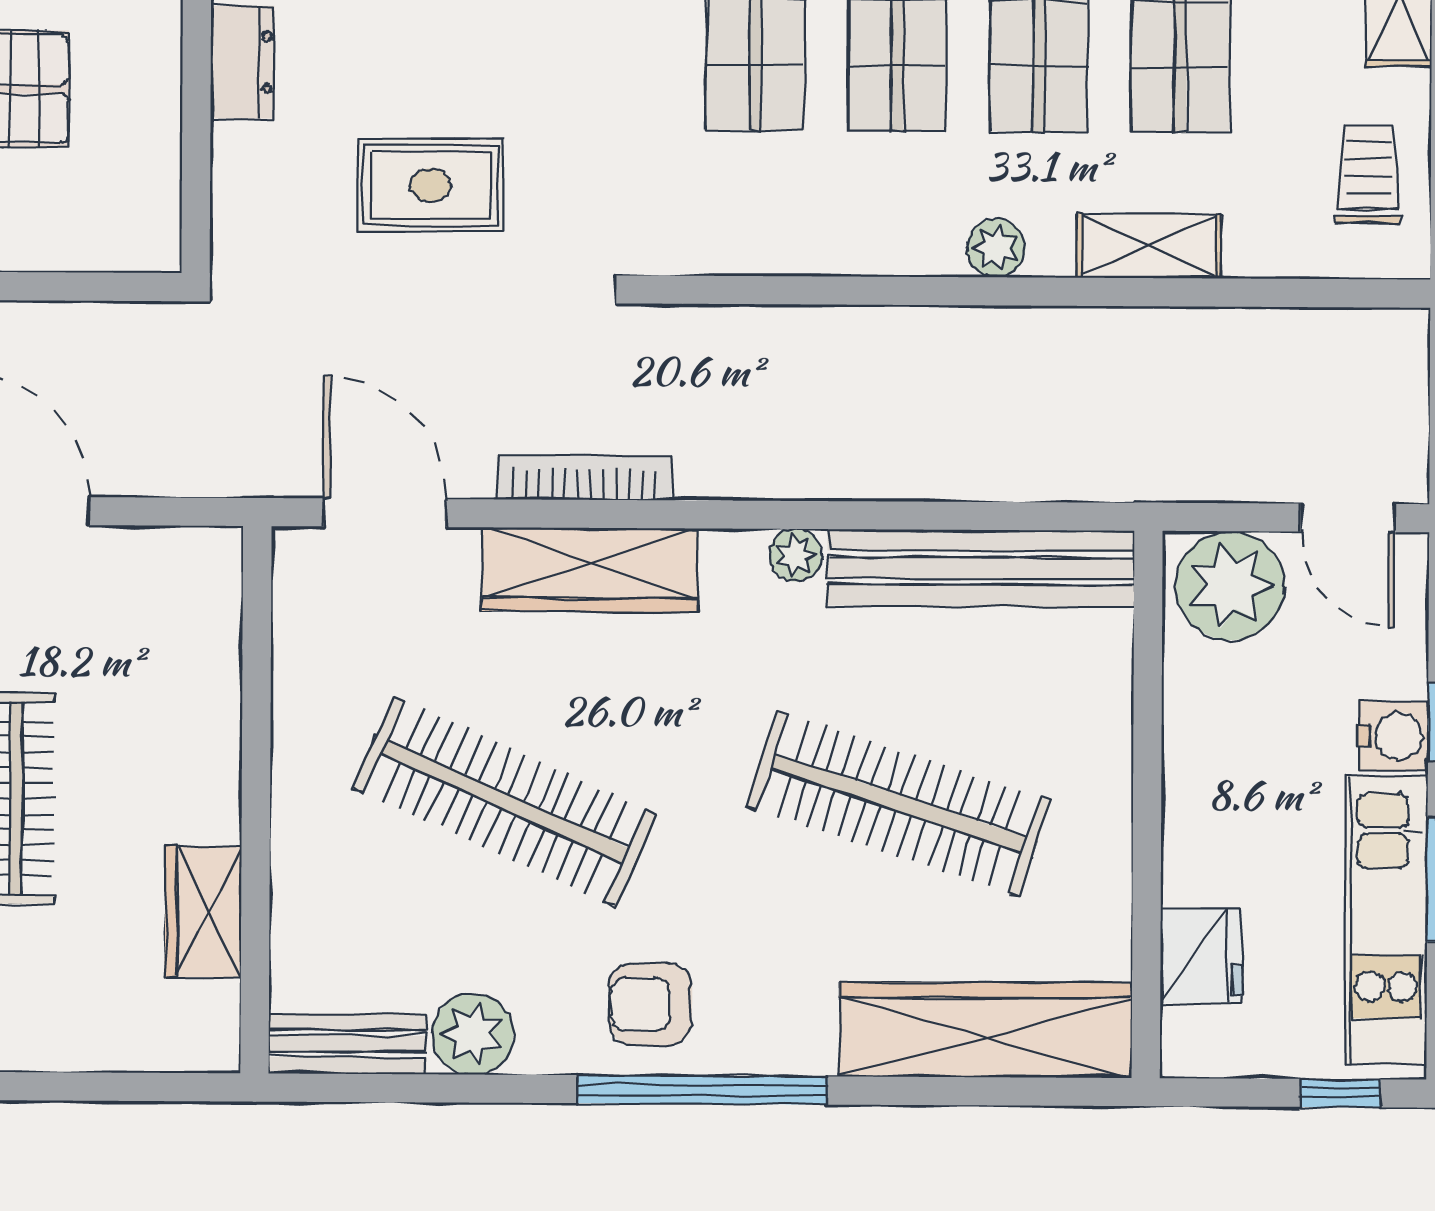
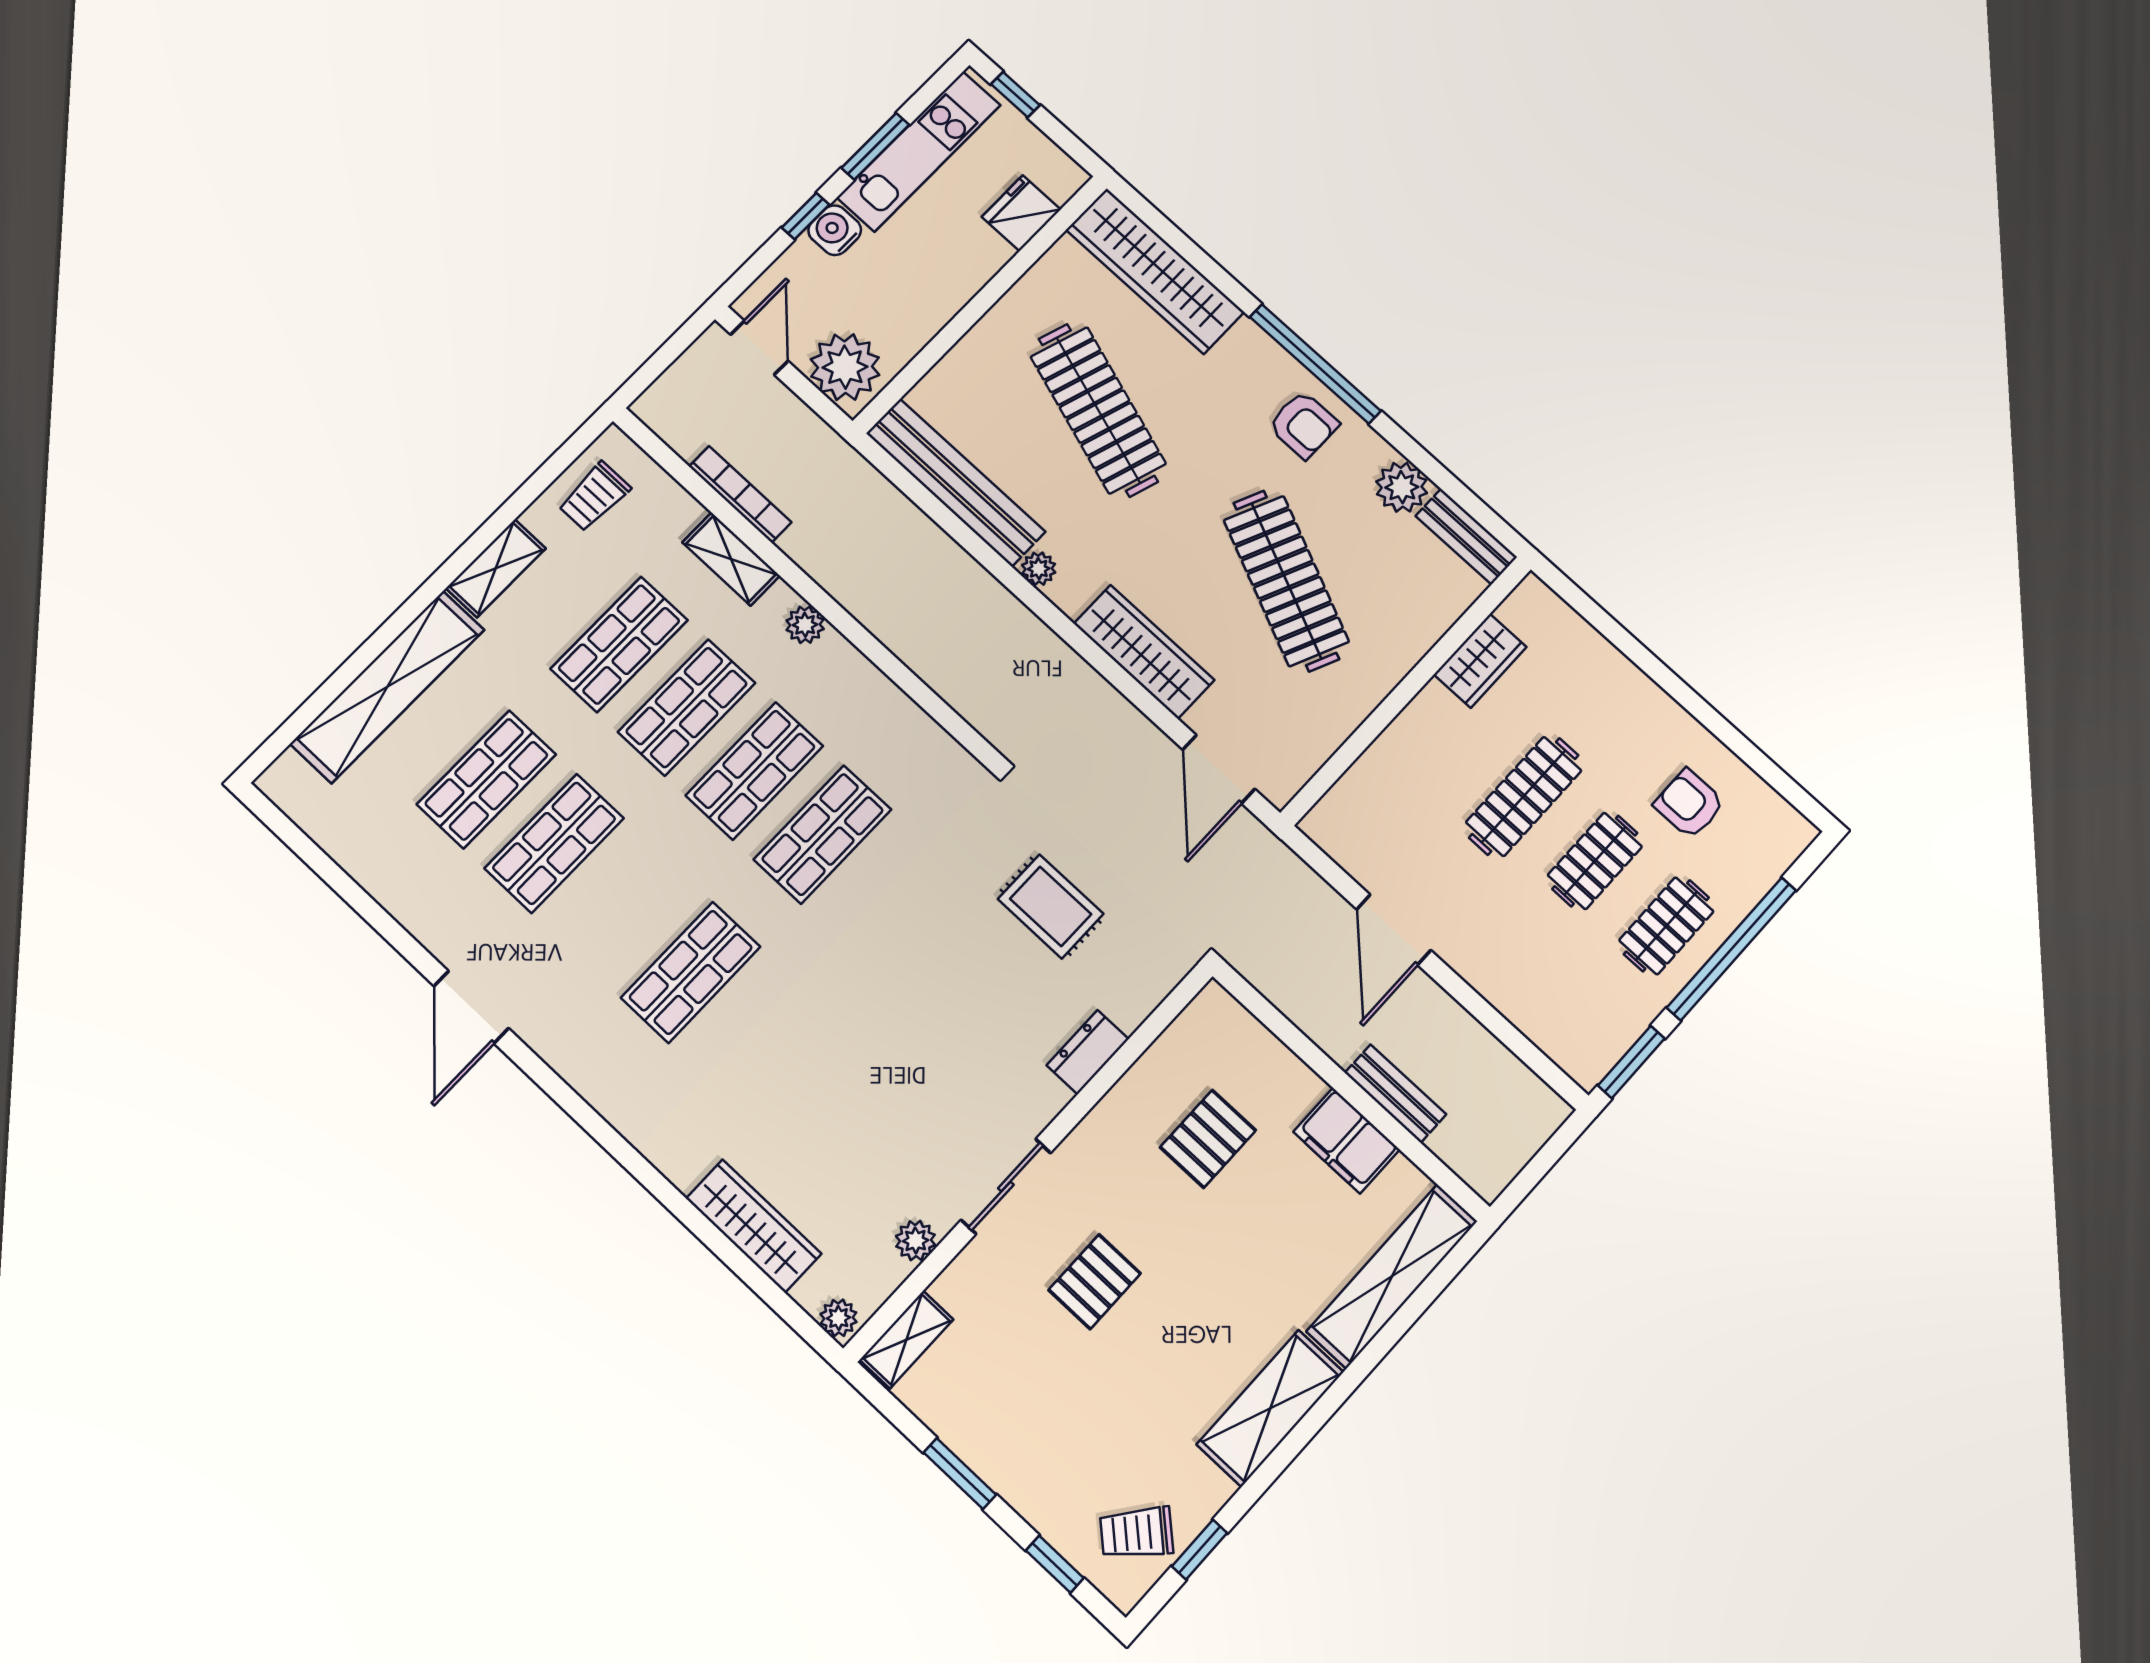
bookcase: (584, 477) -> (740, 494), moved, turned 180

